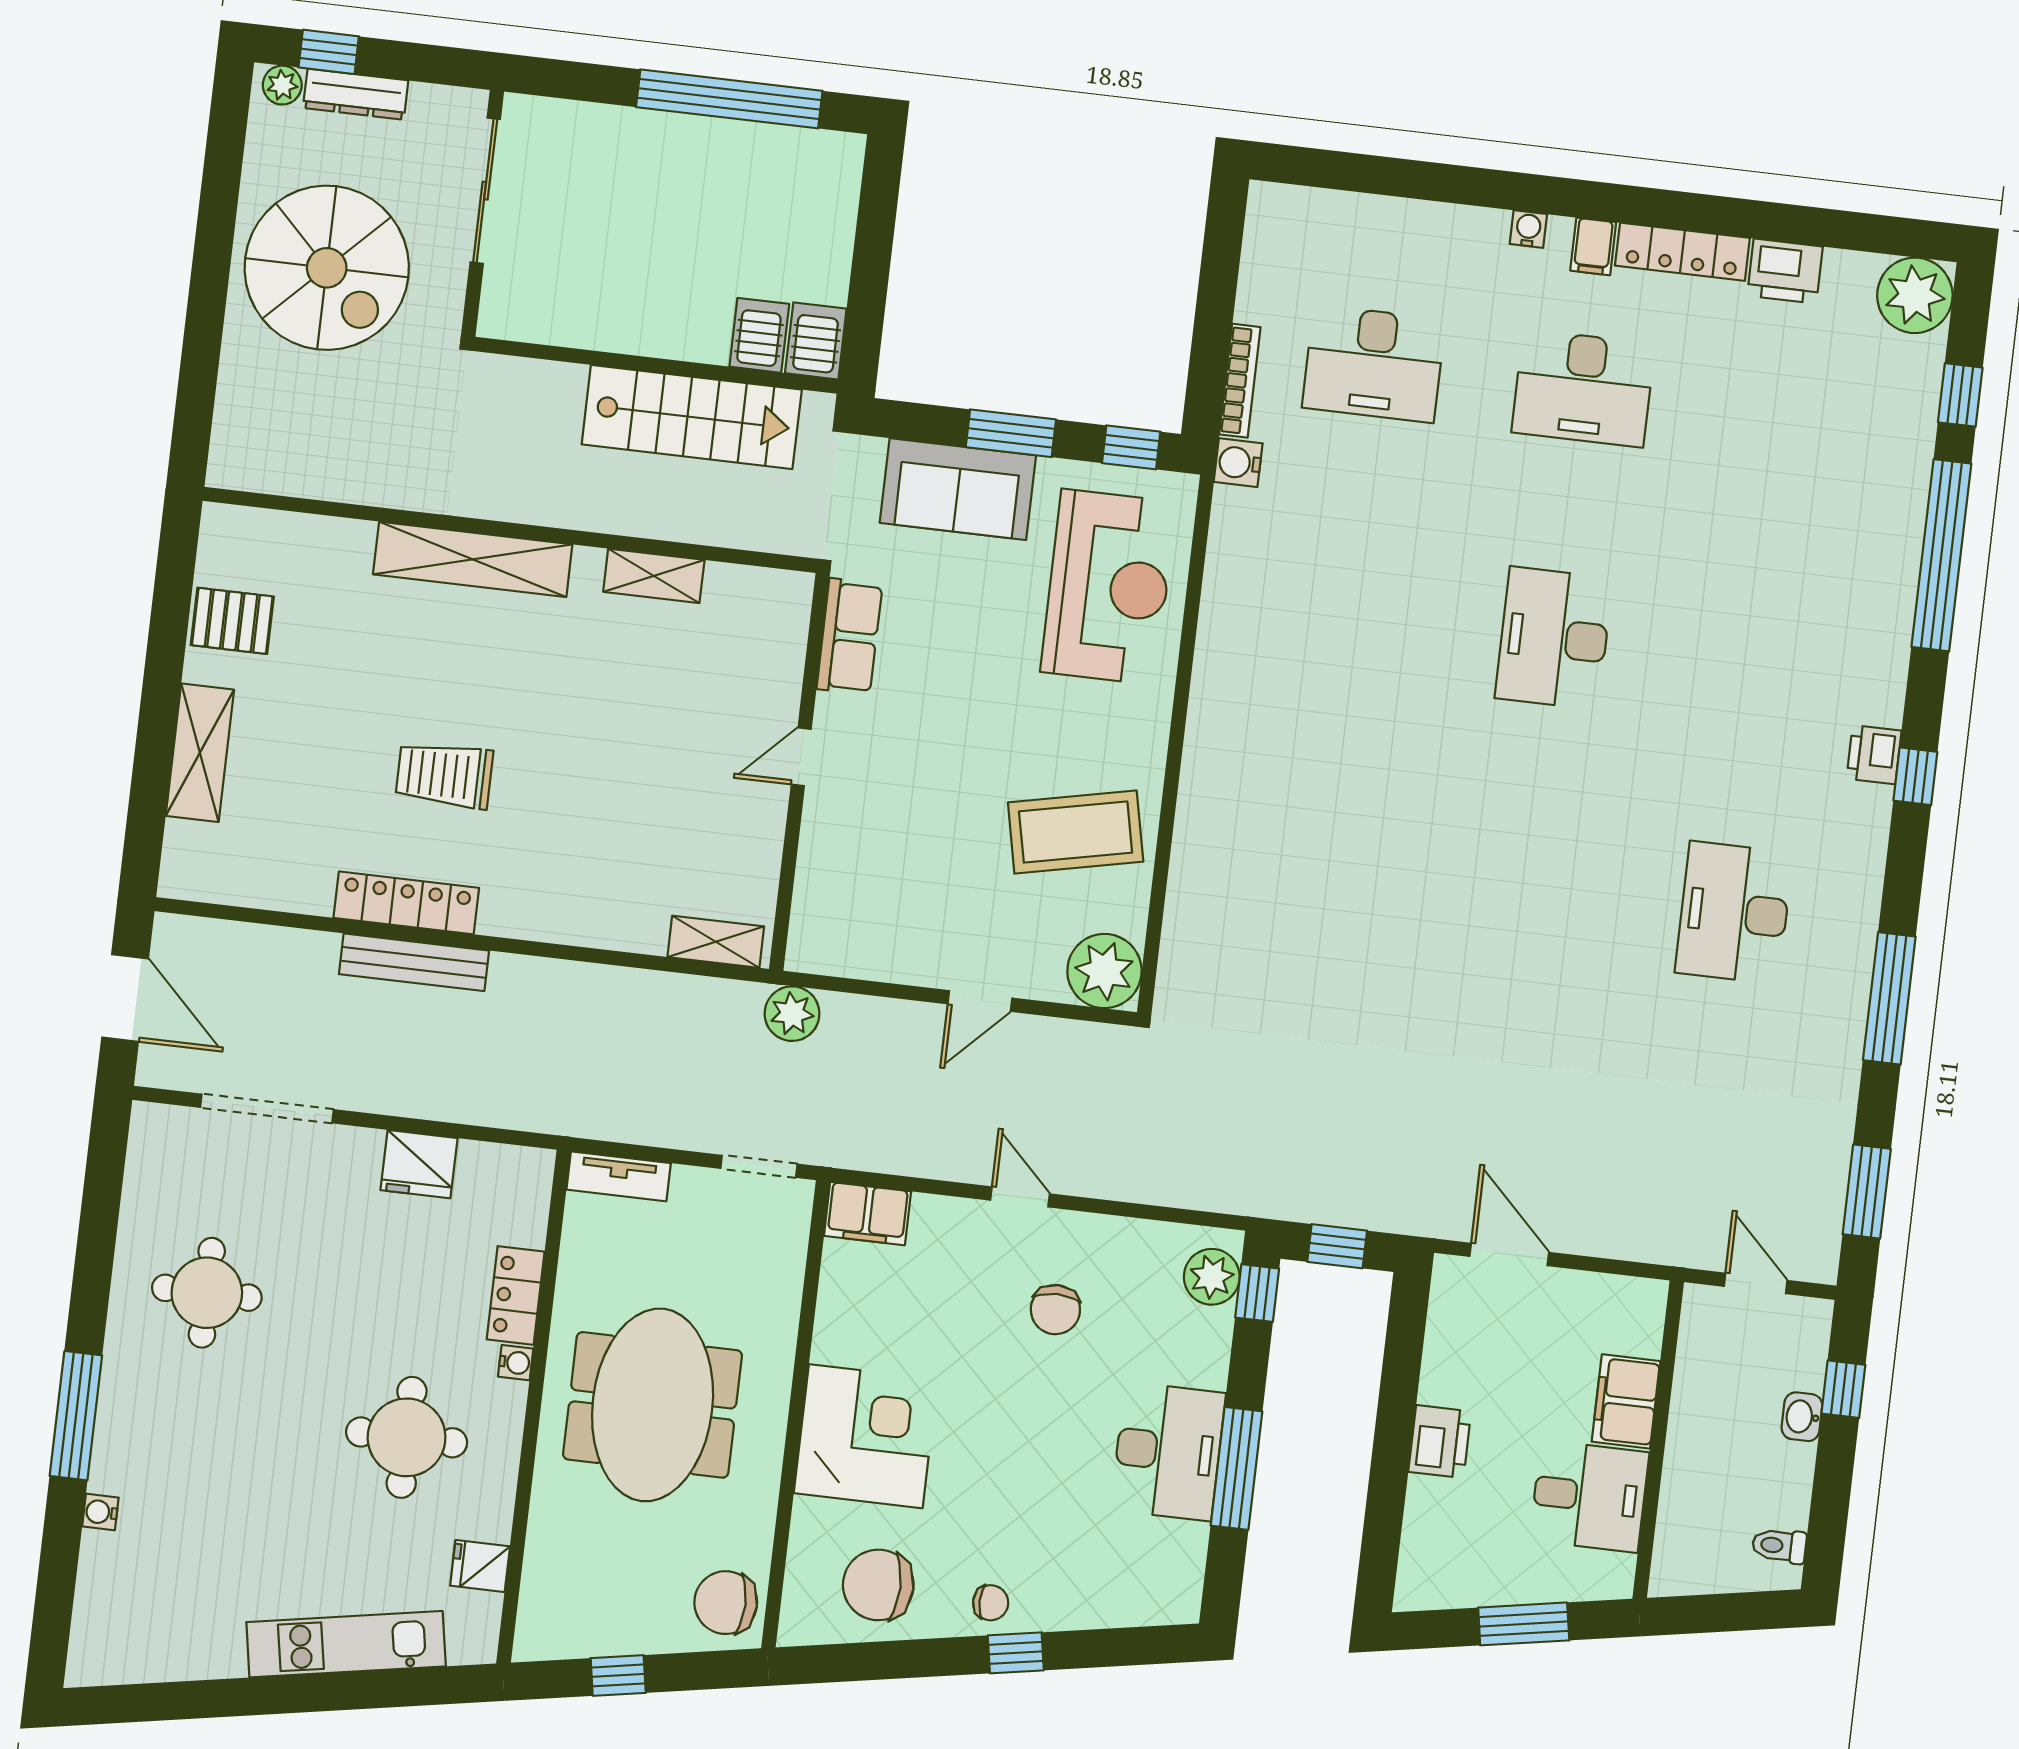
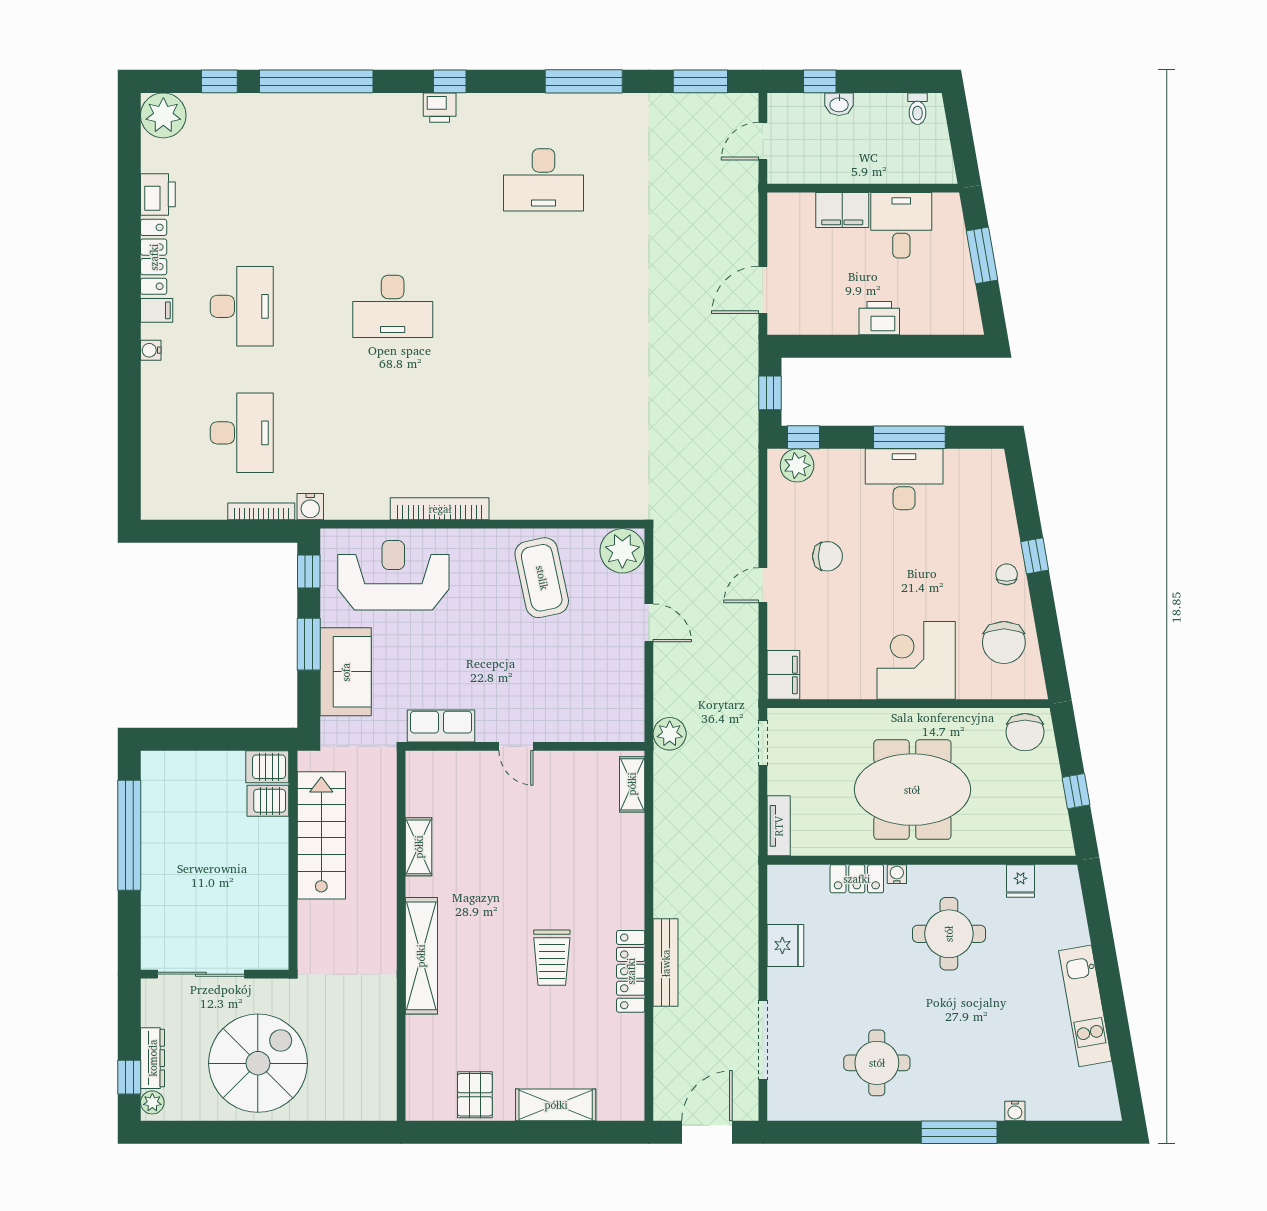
bookcase: (1210, 677) -> (440, 509), added
kitchen unit: (346, 1644) -> (1085, 1006), moved

